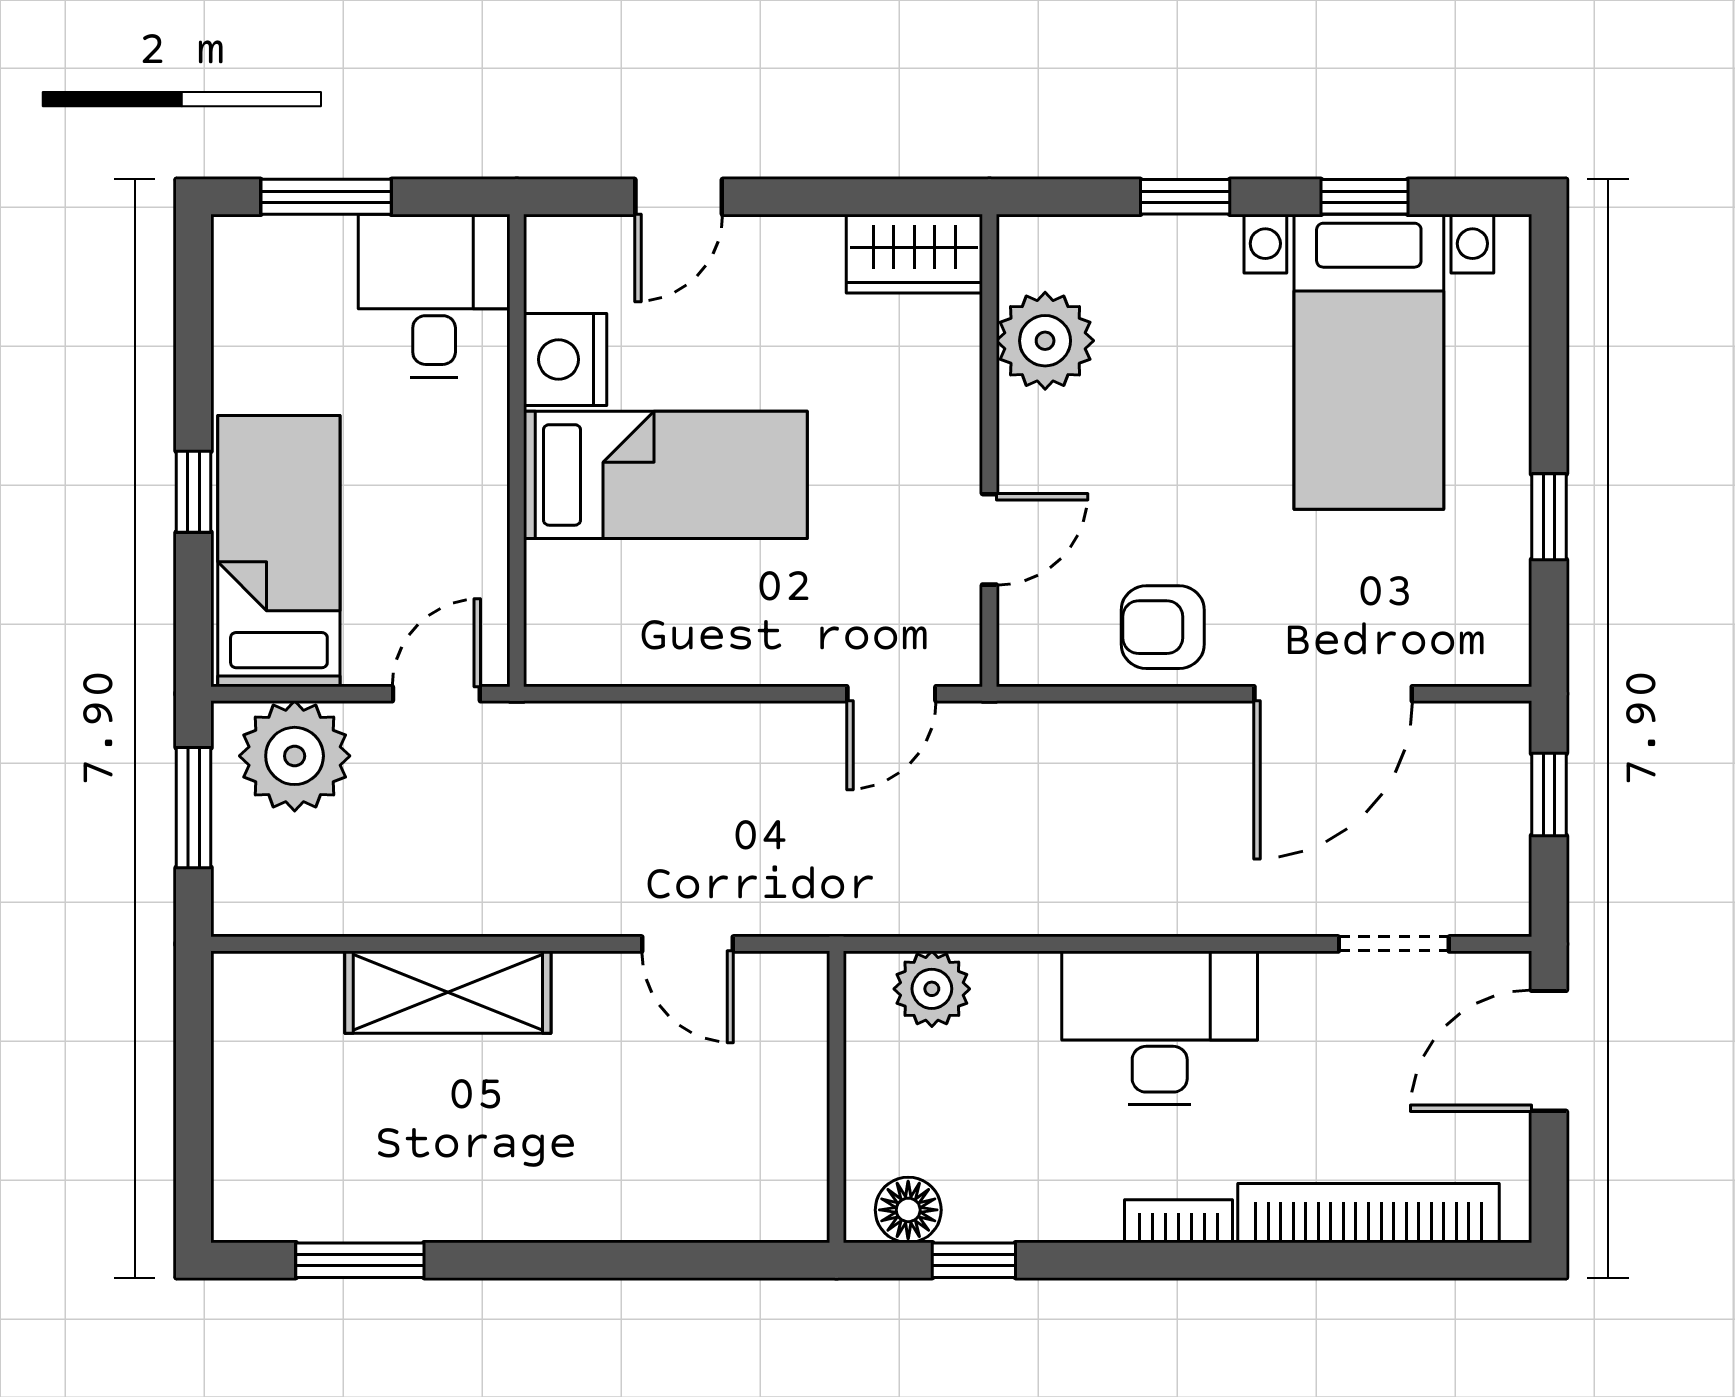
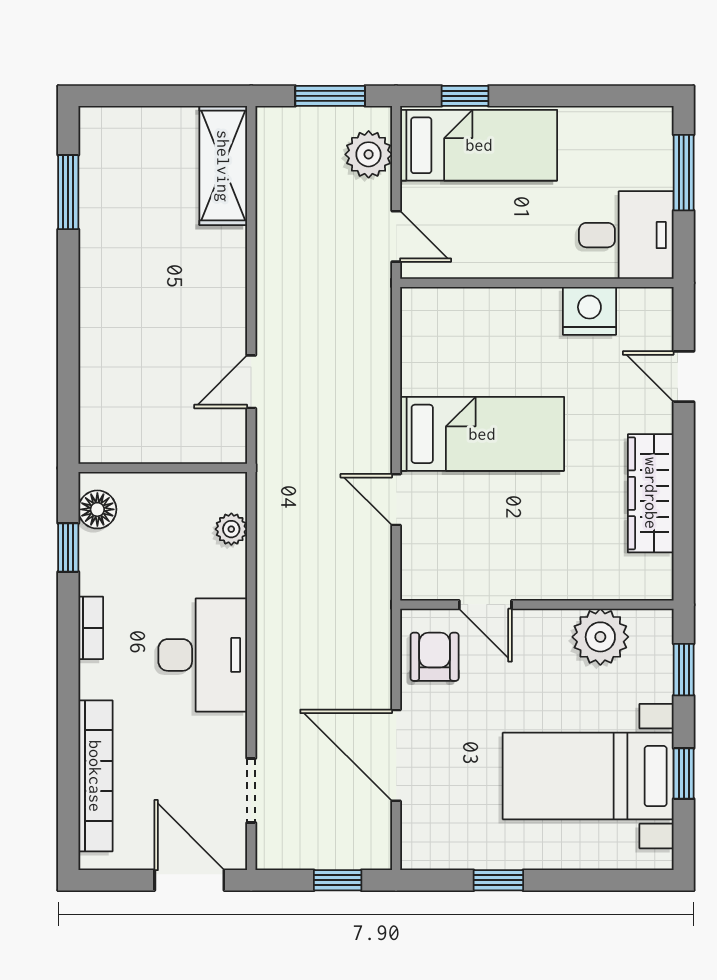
wardrobe: (914, 254) -> (651, 493), width x1.50
plant: (1045, 341) -> (600, 637), moved
wall: (989, 450) -> (537, 605), moved
bed: (665, 475) -> (482, 434), moved, turned -90
window: (194, 492) -> (465, 96), moved
door: (989, 539) -> (485, 605), moved
plant: (295, 756) -> (369, 154), width x0.73, depth x0.73
plant: (932, 989) -> (231, 529), width x0.73, depth x0.73
shelving: (448, 992) -> (223, 166), moved
bookcase: (1178, 1221) -> (91, 628), moved

